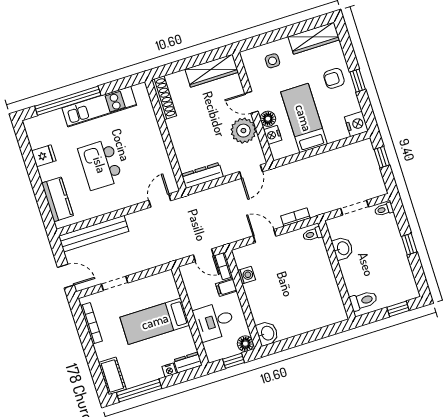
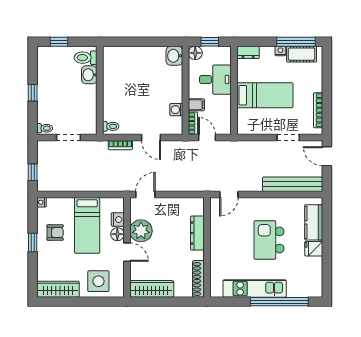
side table: (272, 61) -> (98, 281), width x1.87, depth x1.87
armchair: (334, 78) -> (55, 233), moved
nightstand: (356, 124) -> (42, 202), width x0.53, depth x0.56
fridge: (44, 156) -> (314, 249), moved
kitchen island: (100, 165) -> (269, 240), turned 180
dresser: (202, 176) -> (197, 233), moved, turned 90
washbasin: (343, 248) -> (89, 75), moved
nightstand: (169, 370) -> (280, 51), moved
cot: (112, 376) -> (302, 54), moved, turned 90

